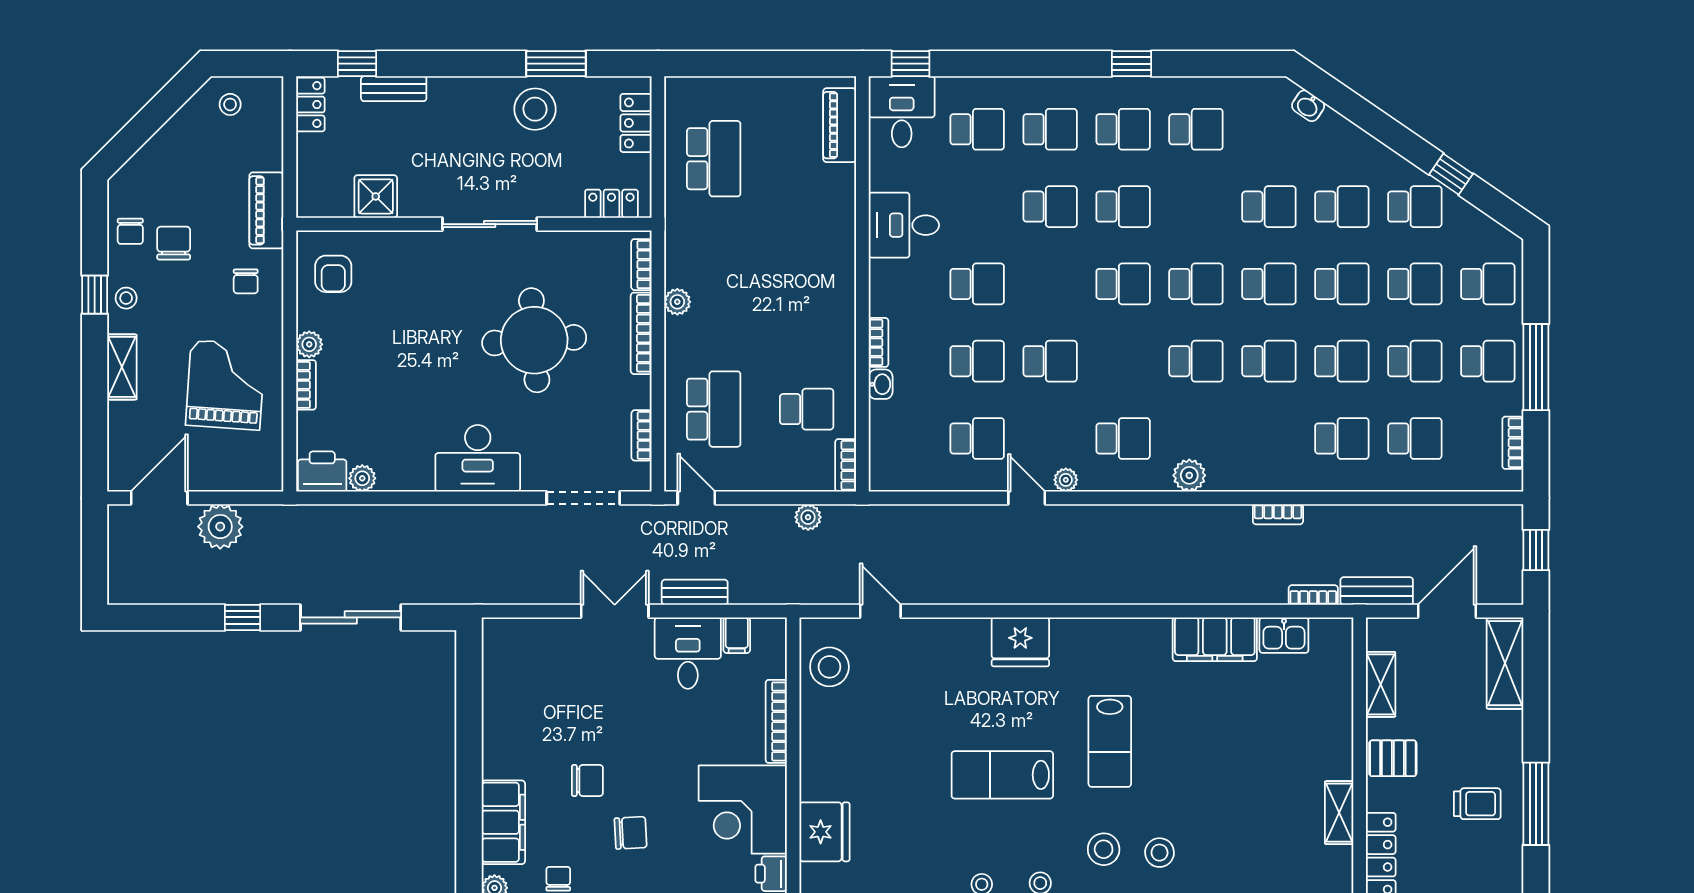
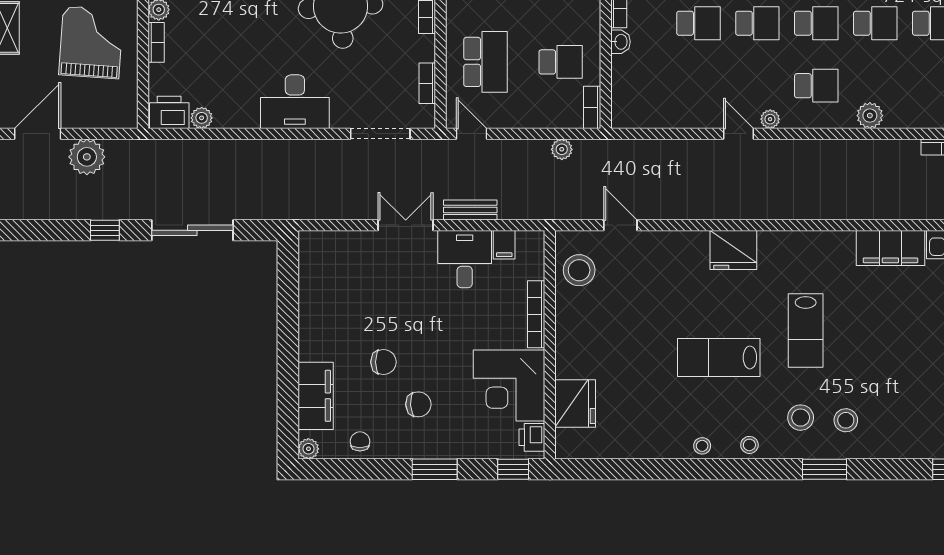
school desk: (977, 438) -> (816, 23), moved

